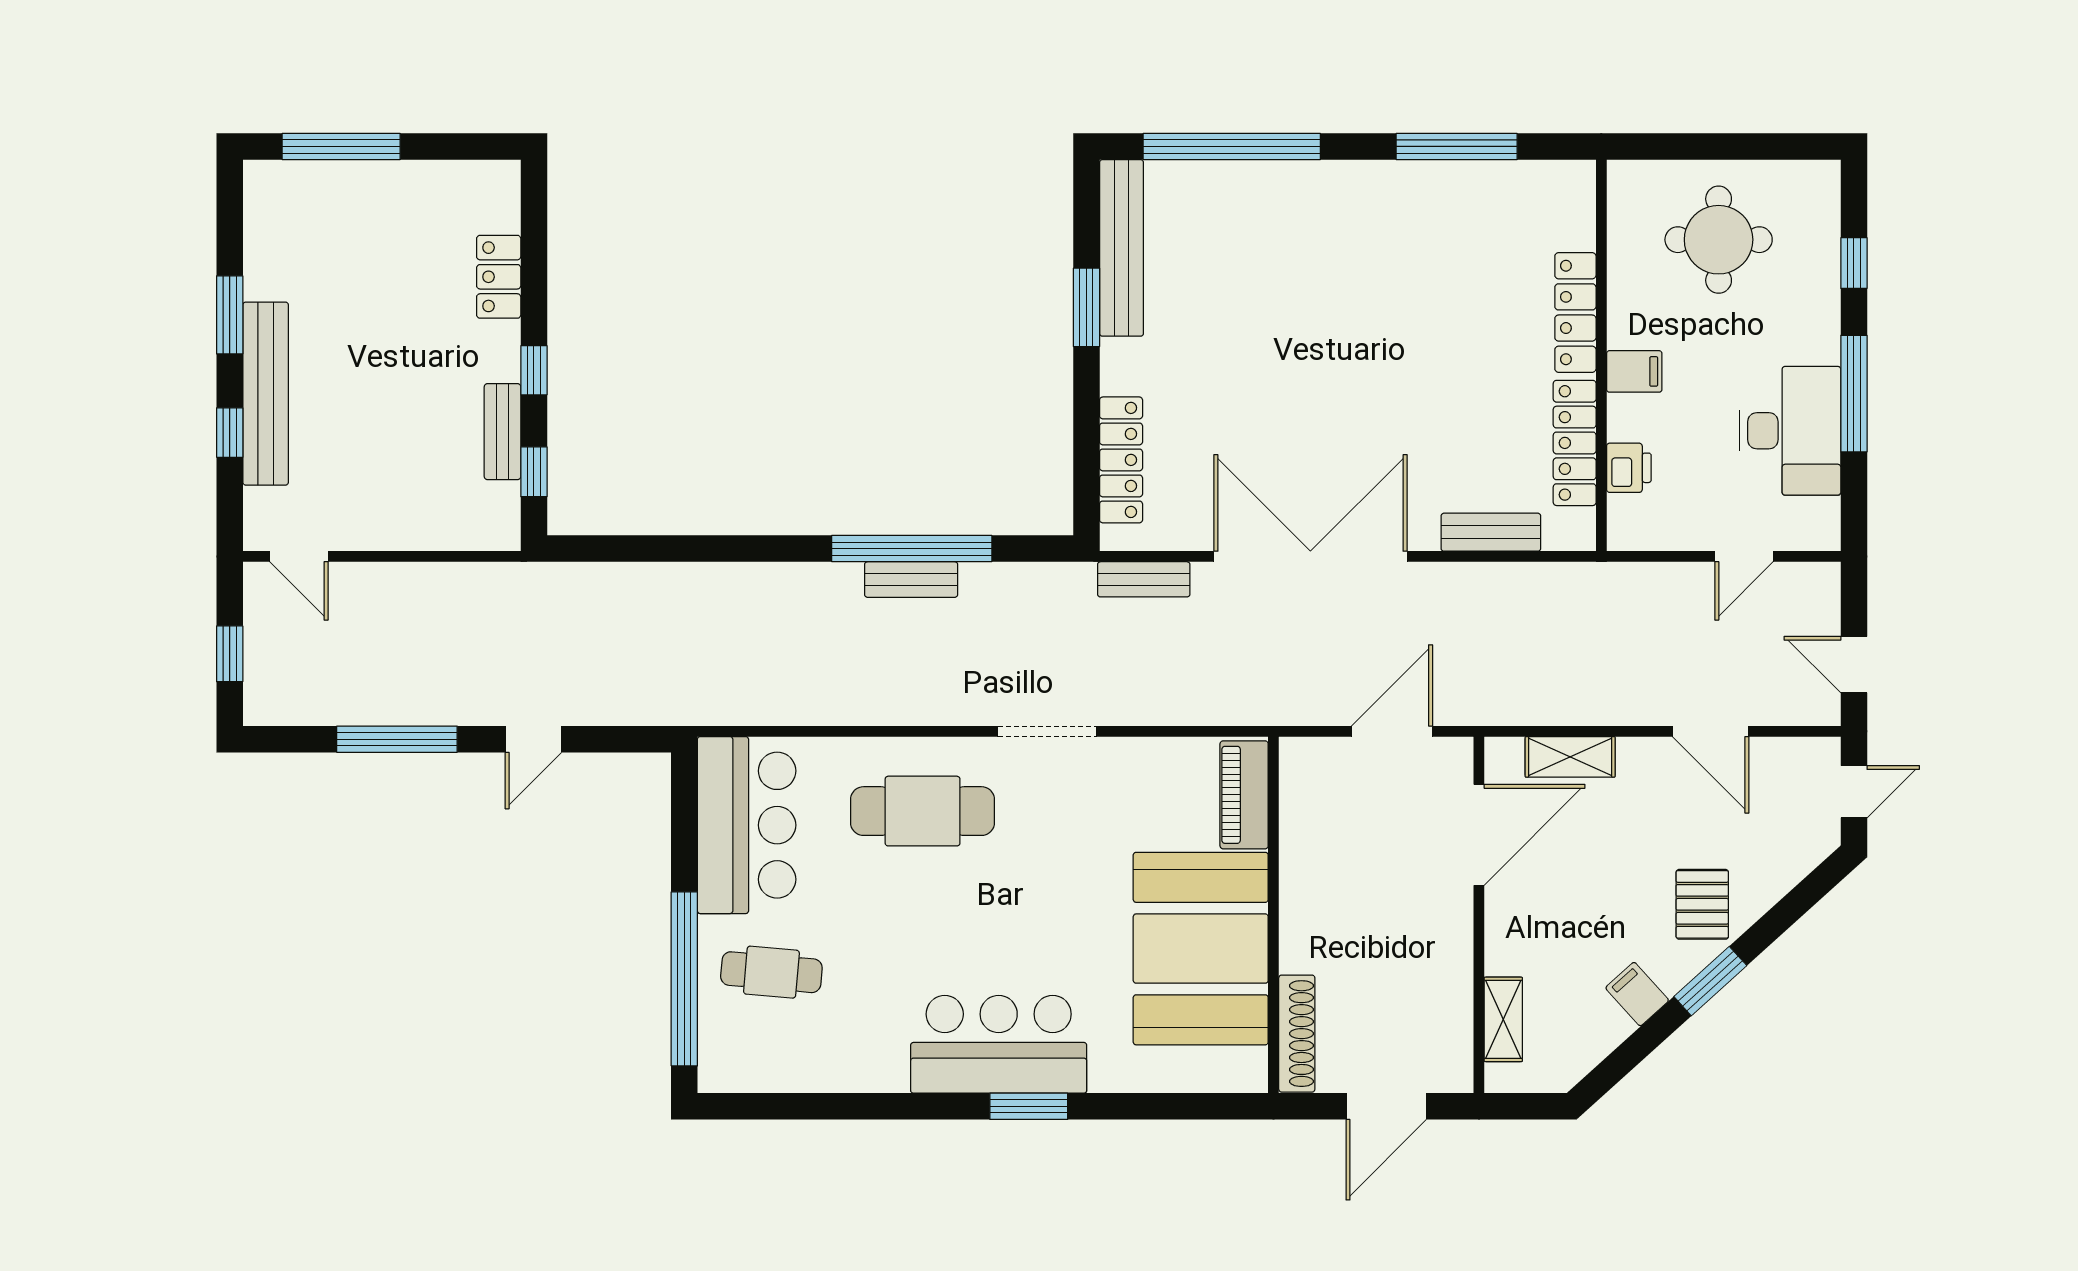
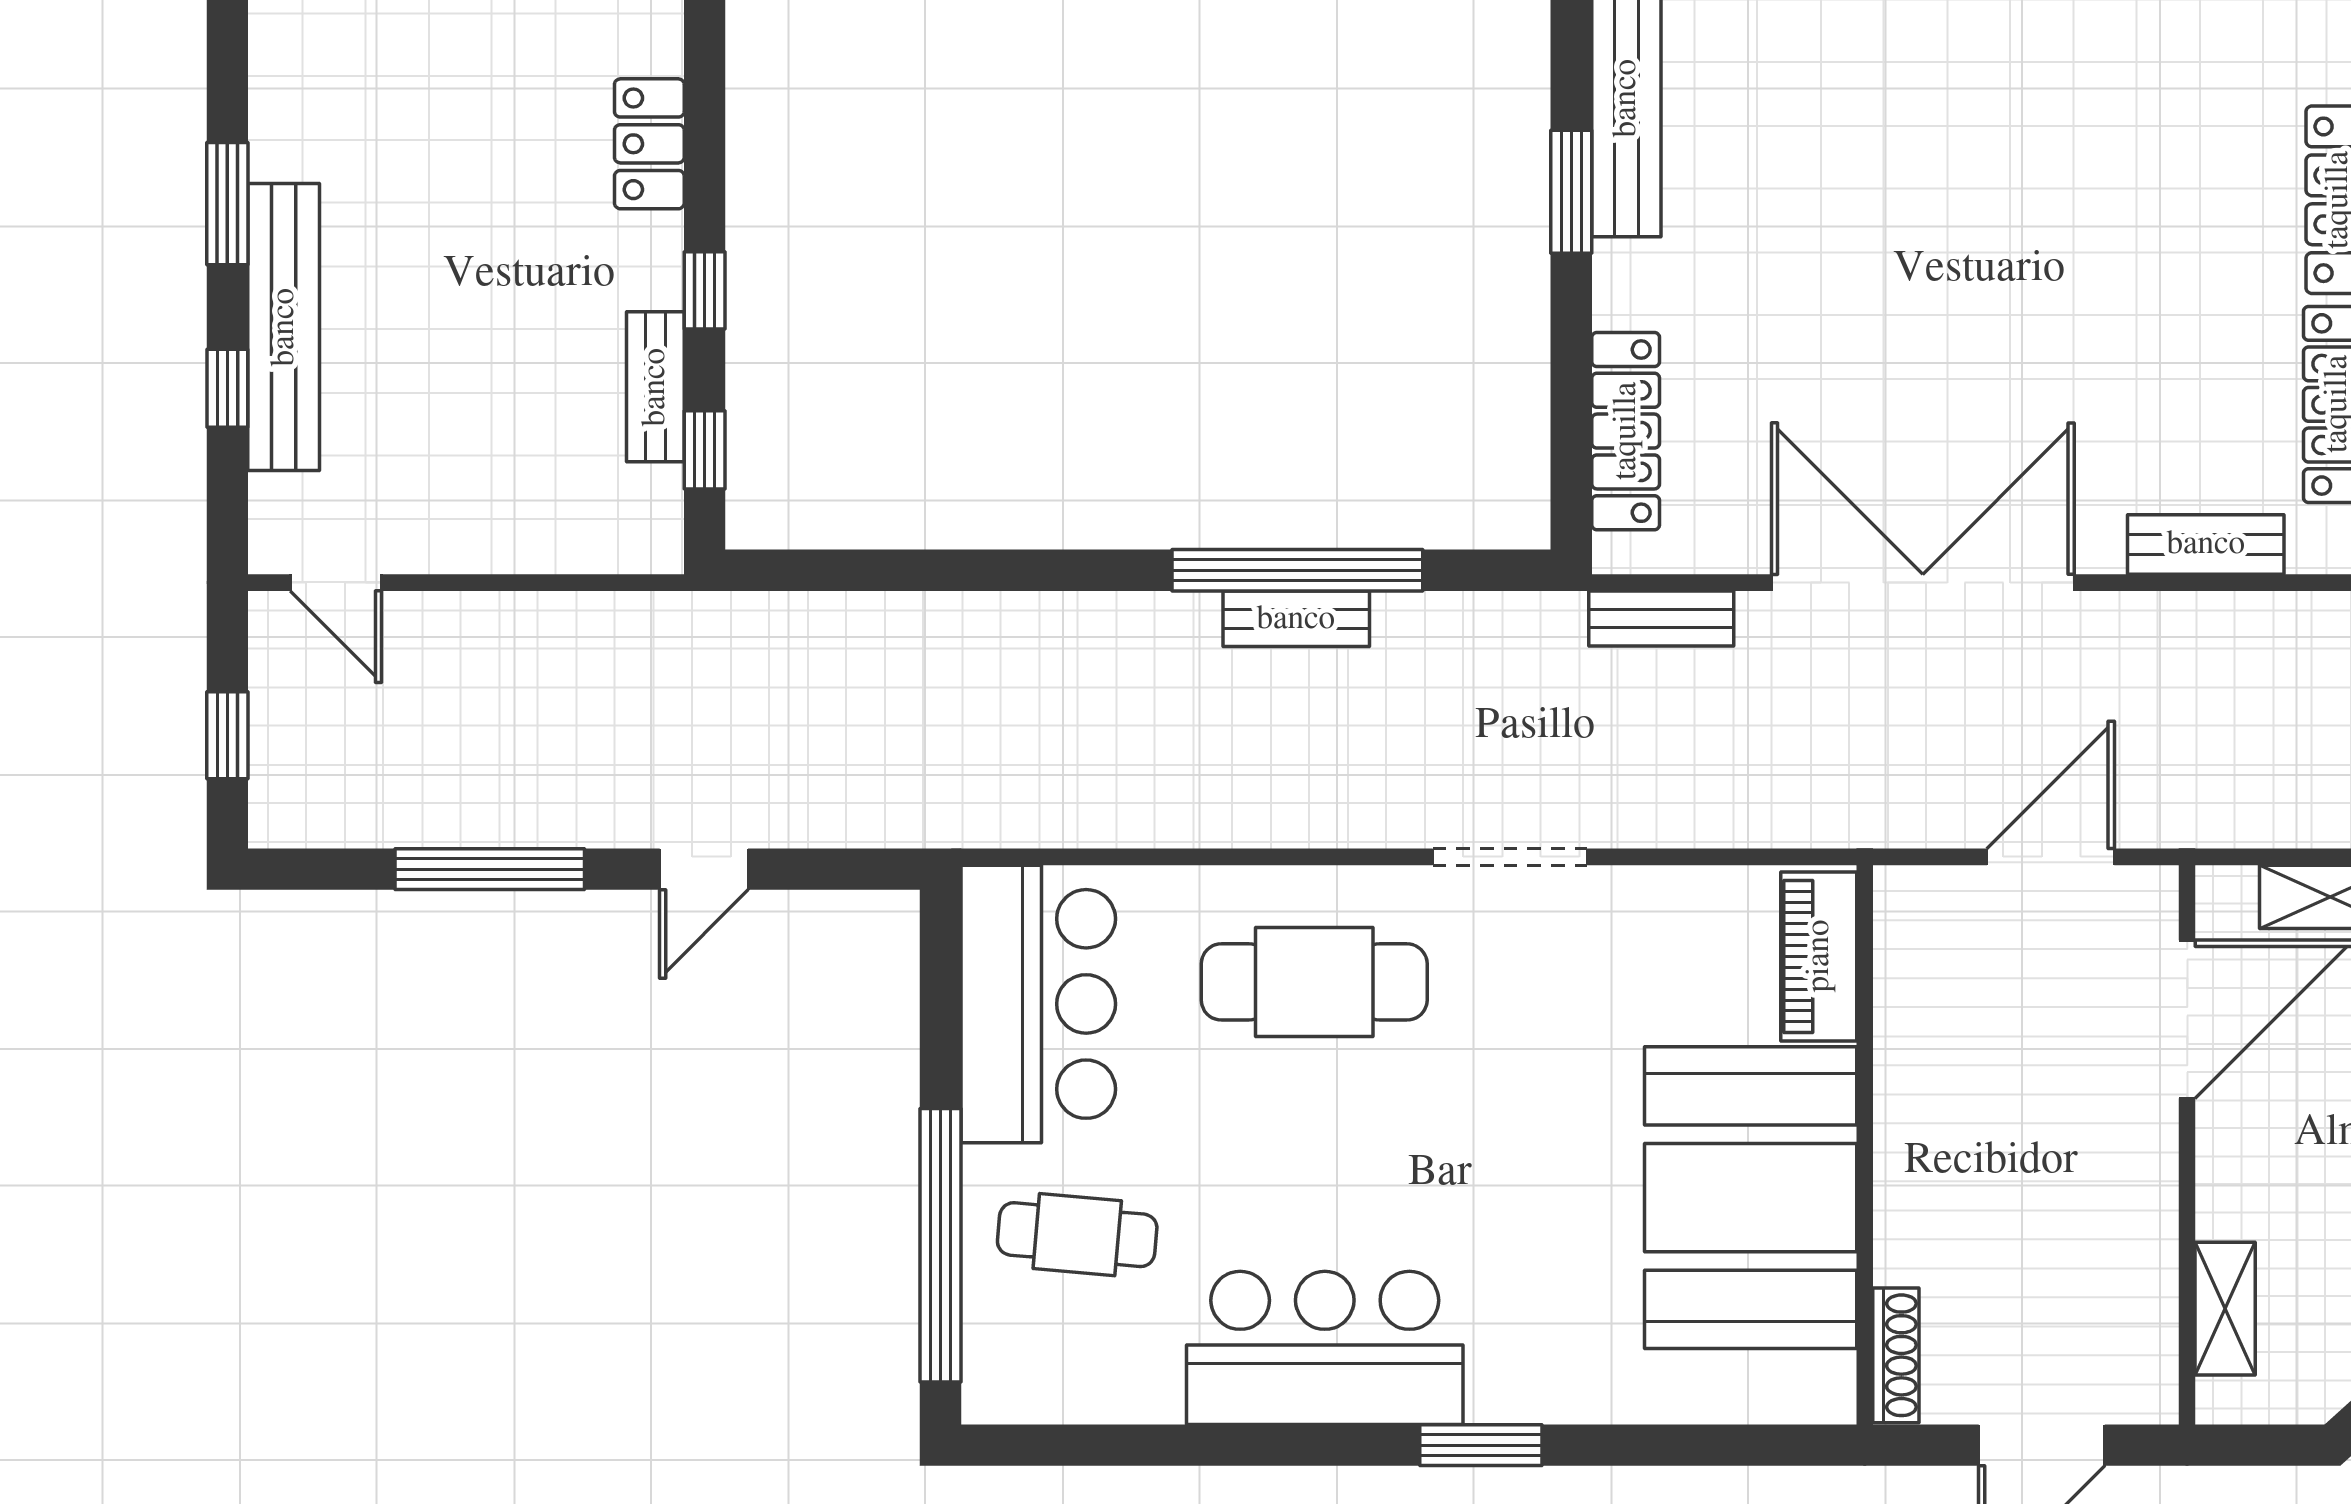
shoe rack: (1297, 1034) -> (1896, 1355), width x0.74, depth x0.81
bar counter: (999, 1044) -> (1325, 1348), moved

